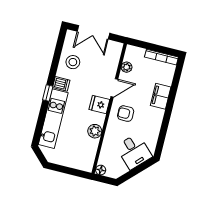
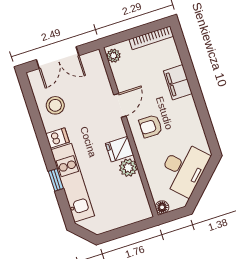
plant: (127, 67) -> (113, 56), moved
window: (48, 93) -> (56, 180), moved
fridge: (99, 105) -> (119, 149), moved
desk: (134, 151) -> (184, 169), width x1.37

